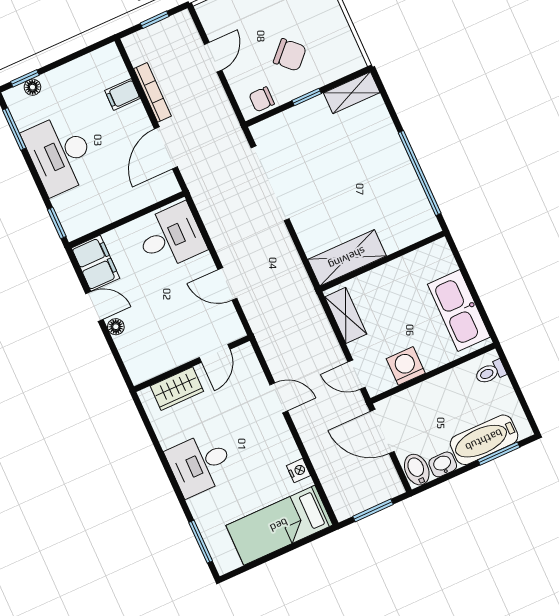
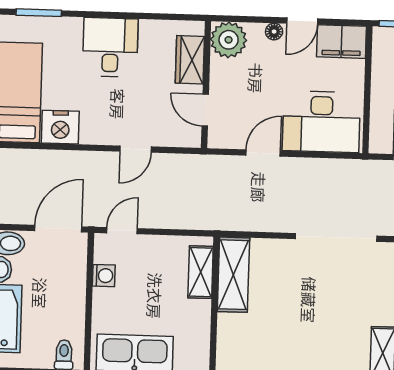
desk: (171, 237) -> (321, 122), width x1.37
shelving: (346, 315) -> (201, 272), moved, turned 90
plant: (143, 363) -> (229, 40), added
washing machine: (406, 366) -> (104, 276), width x0.73, depth x0.73
nightstand: (298, 471) -> (60, 127), width x1.89, depth x1.79

